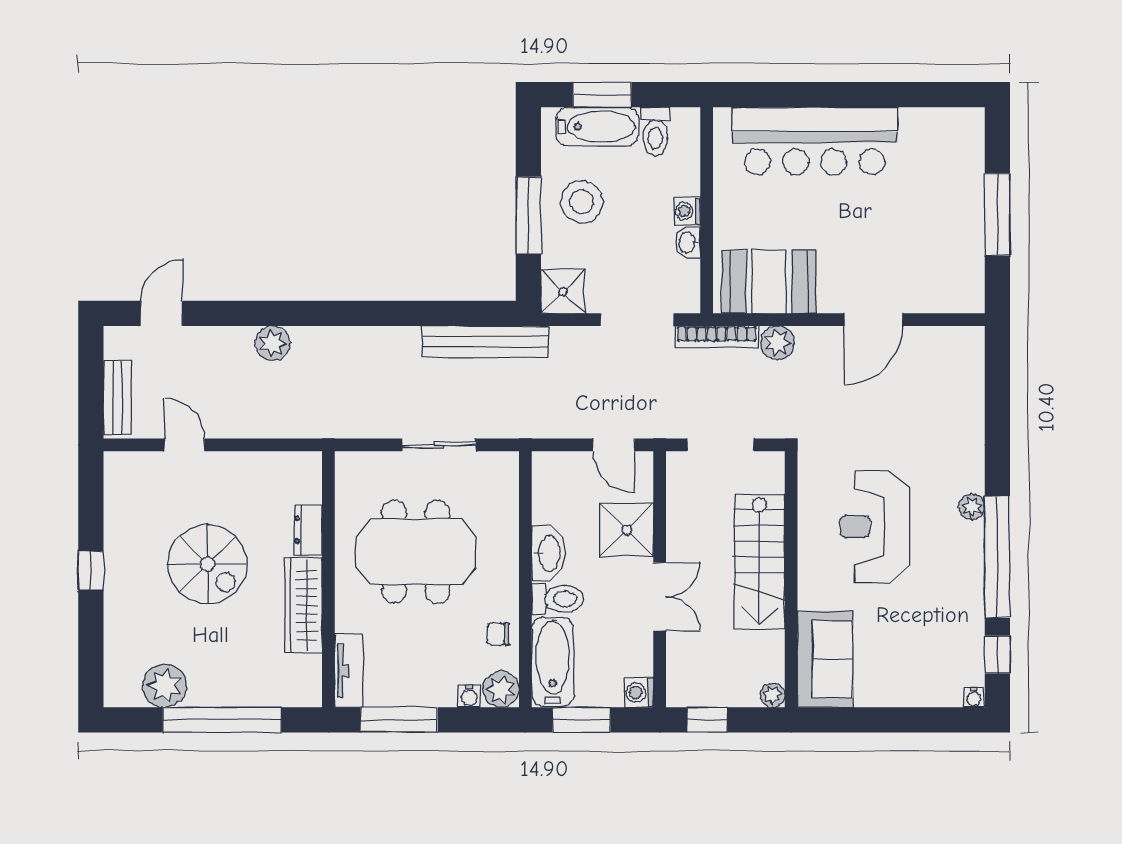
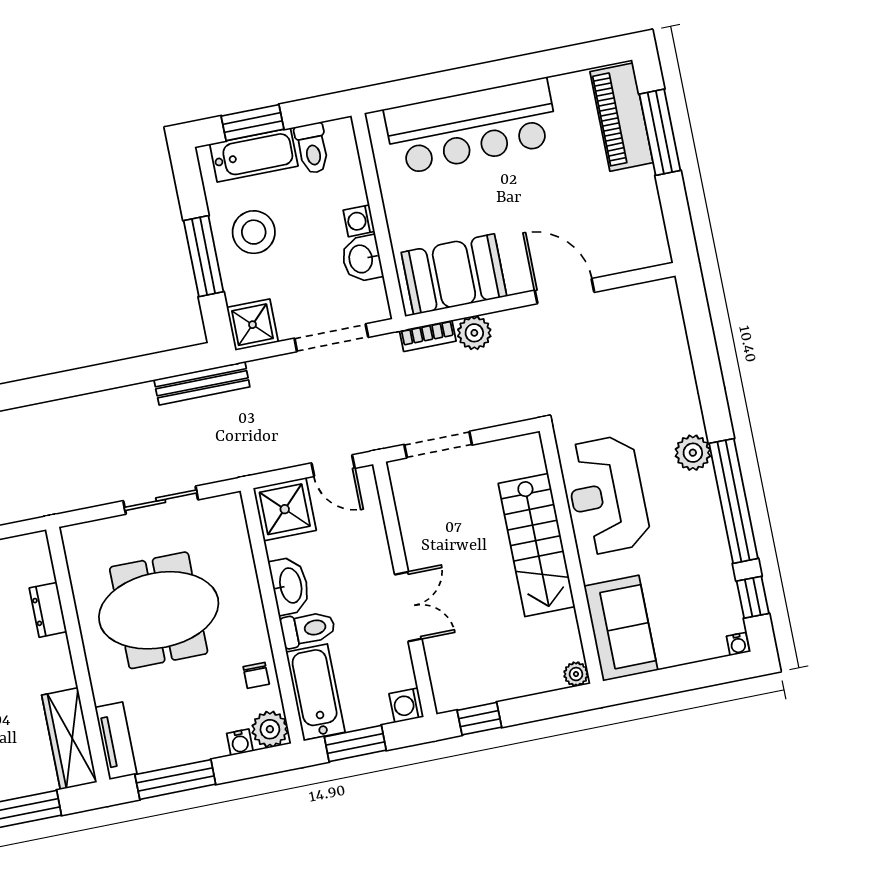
piano: (963, 161) -> (621, 117), added
window: (997, 214) -> (660, 132), moved
washbasin: (688, 243) -> (362, 259), width x1.38, depth x1.45
door: (873, 320) -> (564, 291), swing flipped
bookcase: (717, 337) -> (428, 336), width x0.64
bench: (485, 342) -> (202, 383), width x0.73, depth x0.82
plant: (972, 507) -> (693, 453), width x1.38, depth x1.38
shower: (627, 530) -> (285, 509), moved
stairs: (759, 562) -> (537, 545), moved
wall: (791, 579) -> (571, 556), moved
wardrobe: (304, 605) -> (69, 739), moved
chair: (498, 634) -> (256, 675), turned -90
sofa: (825, 659) -> (621, 628), moved
plant: (773, 695) -> (576, 674), moved

